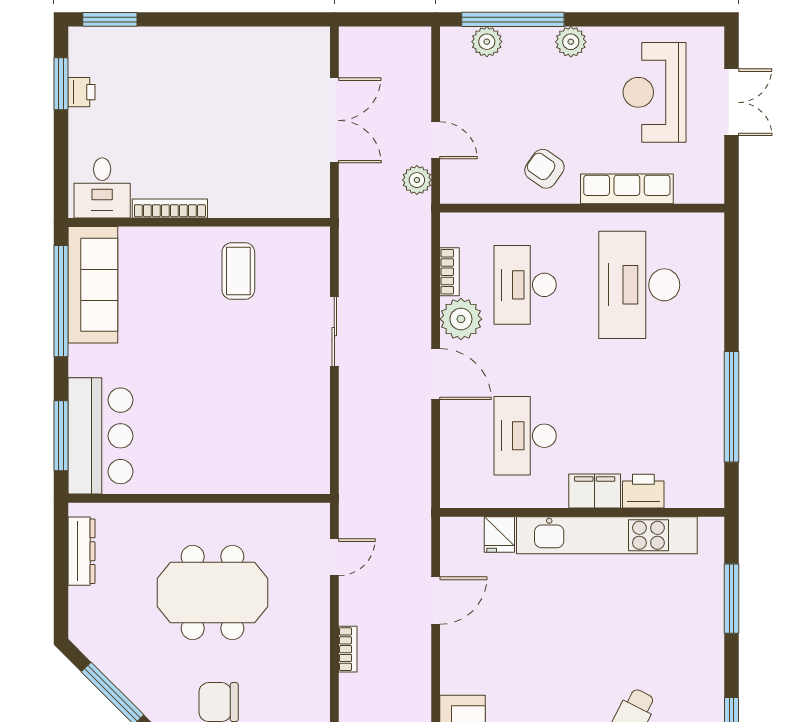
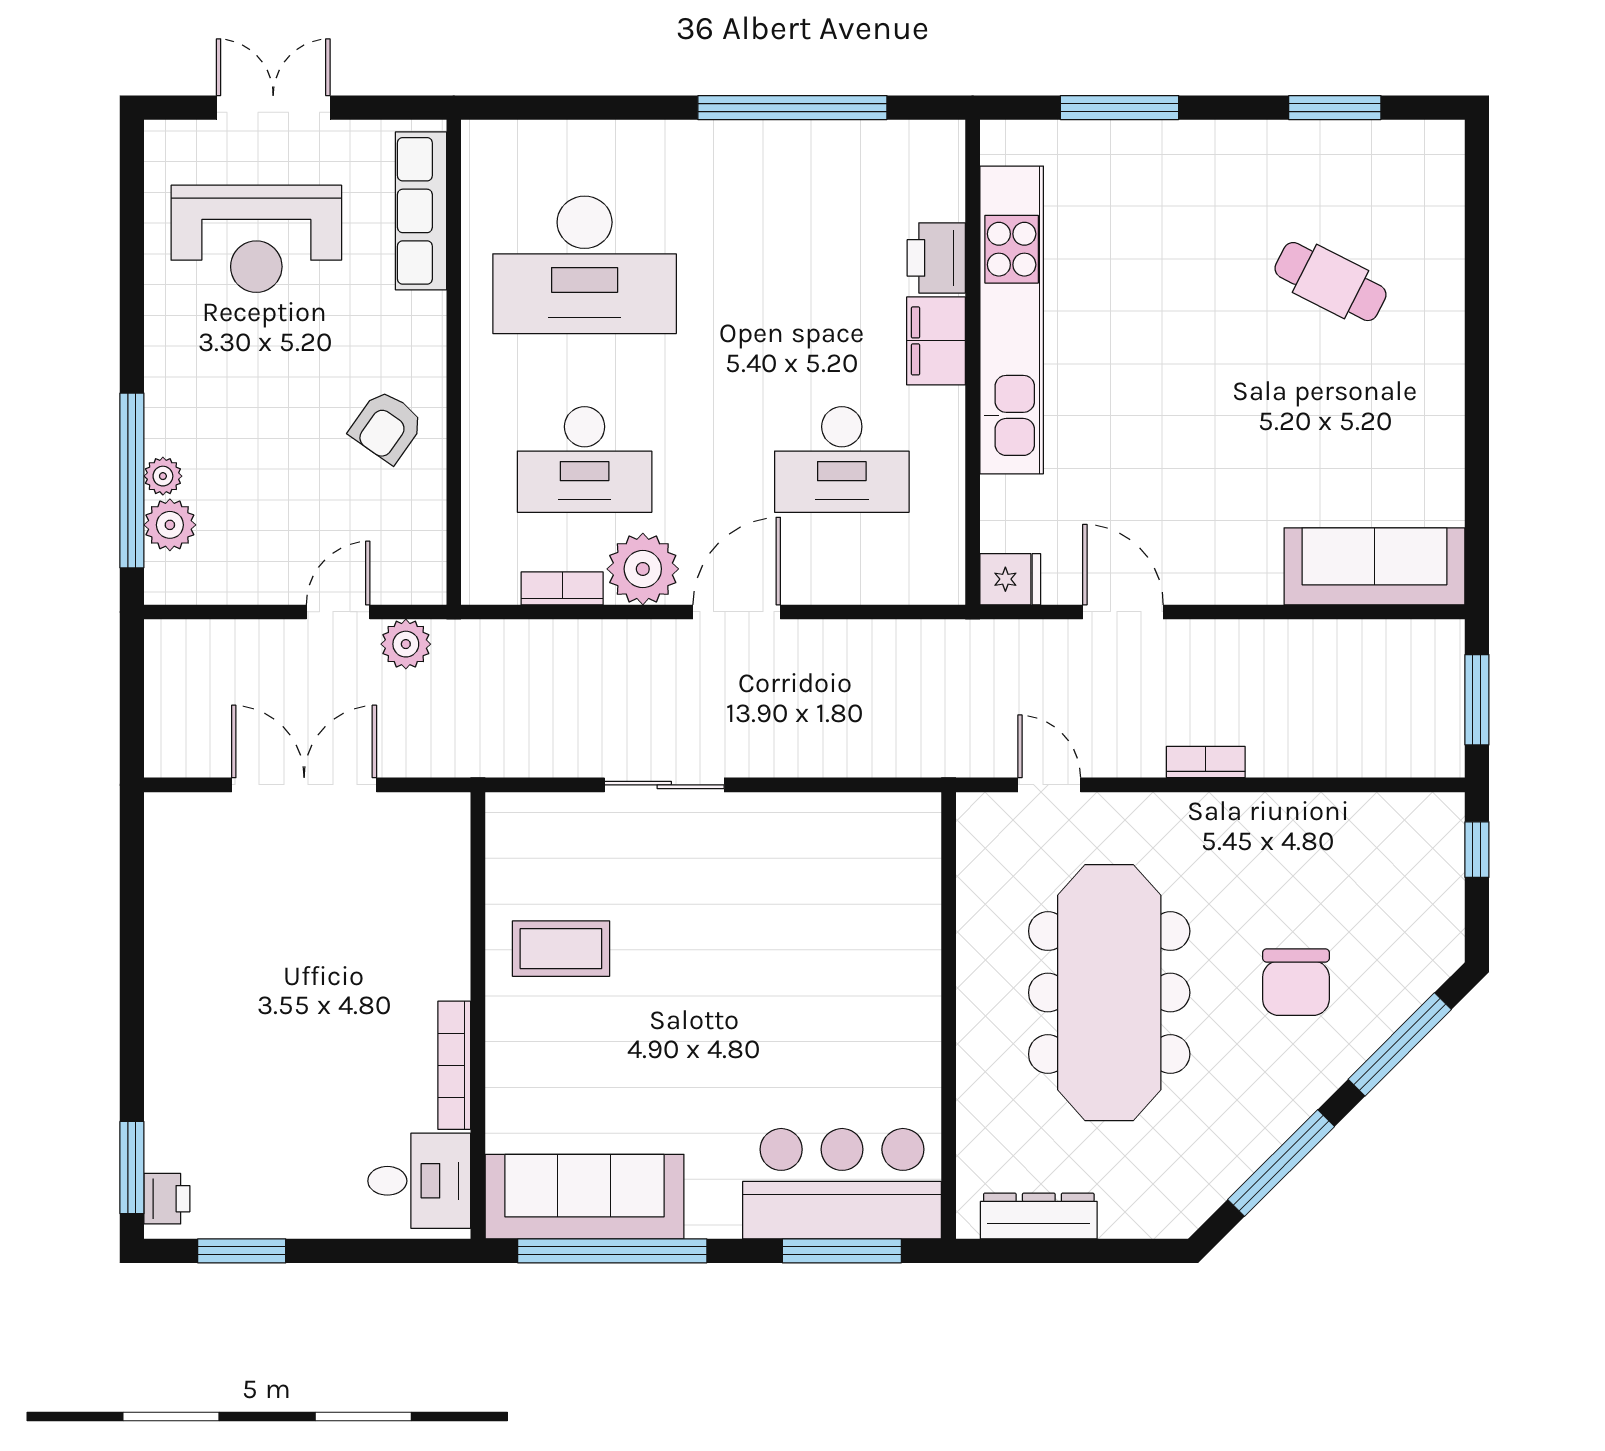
plant: (571, 42) -> (163, 476), moved, width x0.73, depth x0.73
printer: (82, 92) -> (167, 1199), moved, turned 90
row of seats: (627, 189) -> (421, 211), moved
fridge: (499, 534) -> (1010, 579), moved
meeting table: (213, 593) -> (1109, 993), width x1.36

